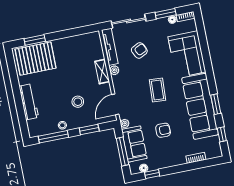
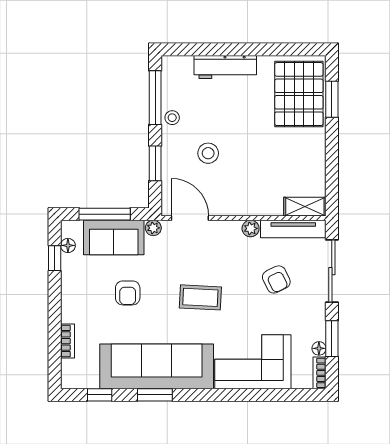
shelving: (102, 72) -> (305, 207), moved

